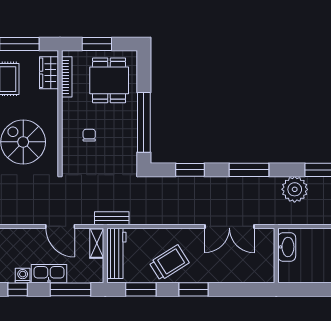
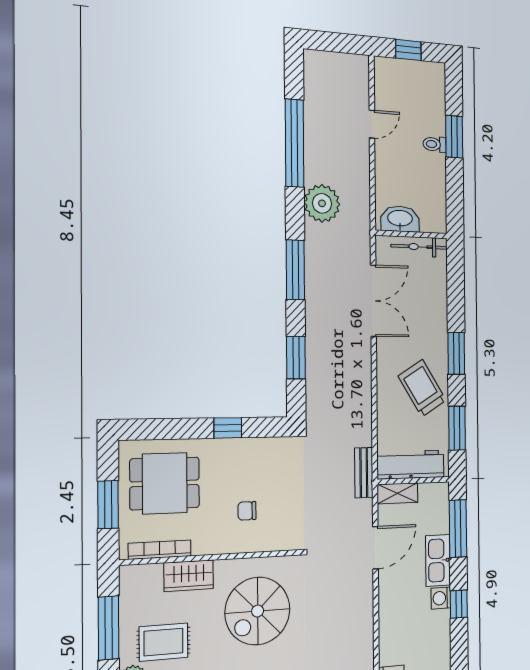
wardrobe: (49, 73) -> (189, 576), moved
window: (144, 122) -> (228, 428), width x0.32
bicycle: (268, 261) -> (419, 247), added

